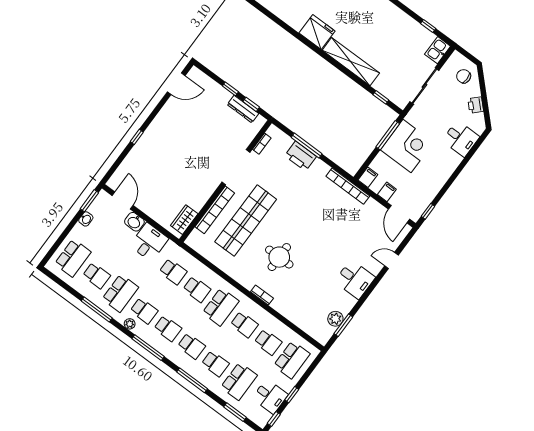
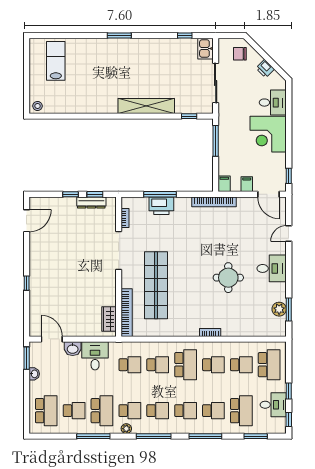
fridge: (317, 32) -> (104, 103), removed
corner desk: (407, 146) -> (268, 134), moved, turned 180
bookcase: (215, 210) -> (127, 313), moved
round table: (279, 257) -> (228, 278), moved

